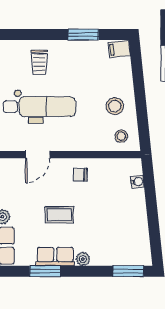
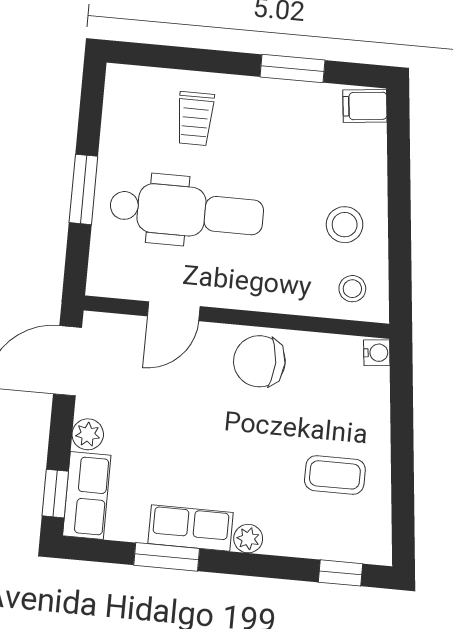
chair: (80, 175) -> (259, 361), width x1.87, depth x1.87
water cooler: (137, 182) -> (377, 353), moved
coffee table: (59, 215) -> (335, 475), moved
window: (128, 271) -> (341, 573), width x0.67

